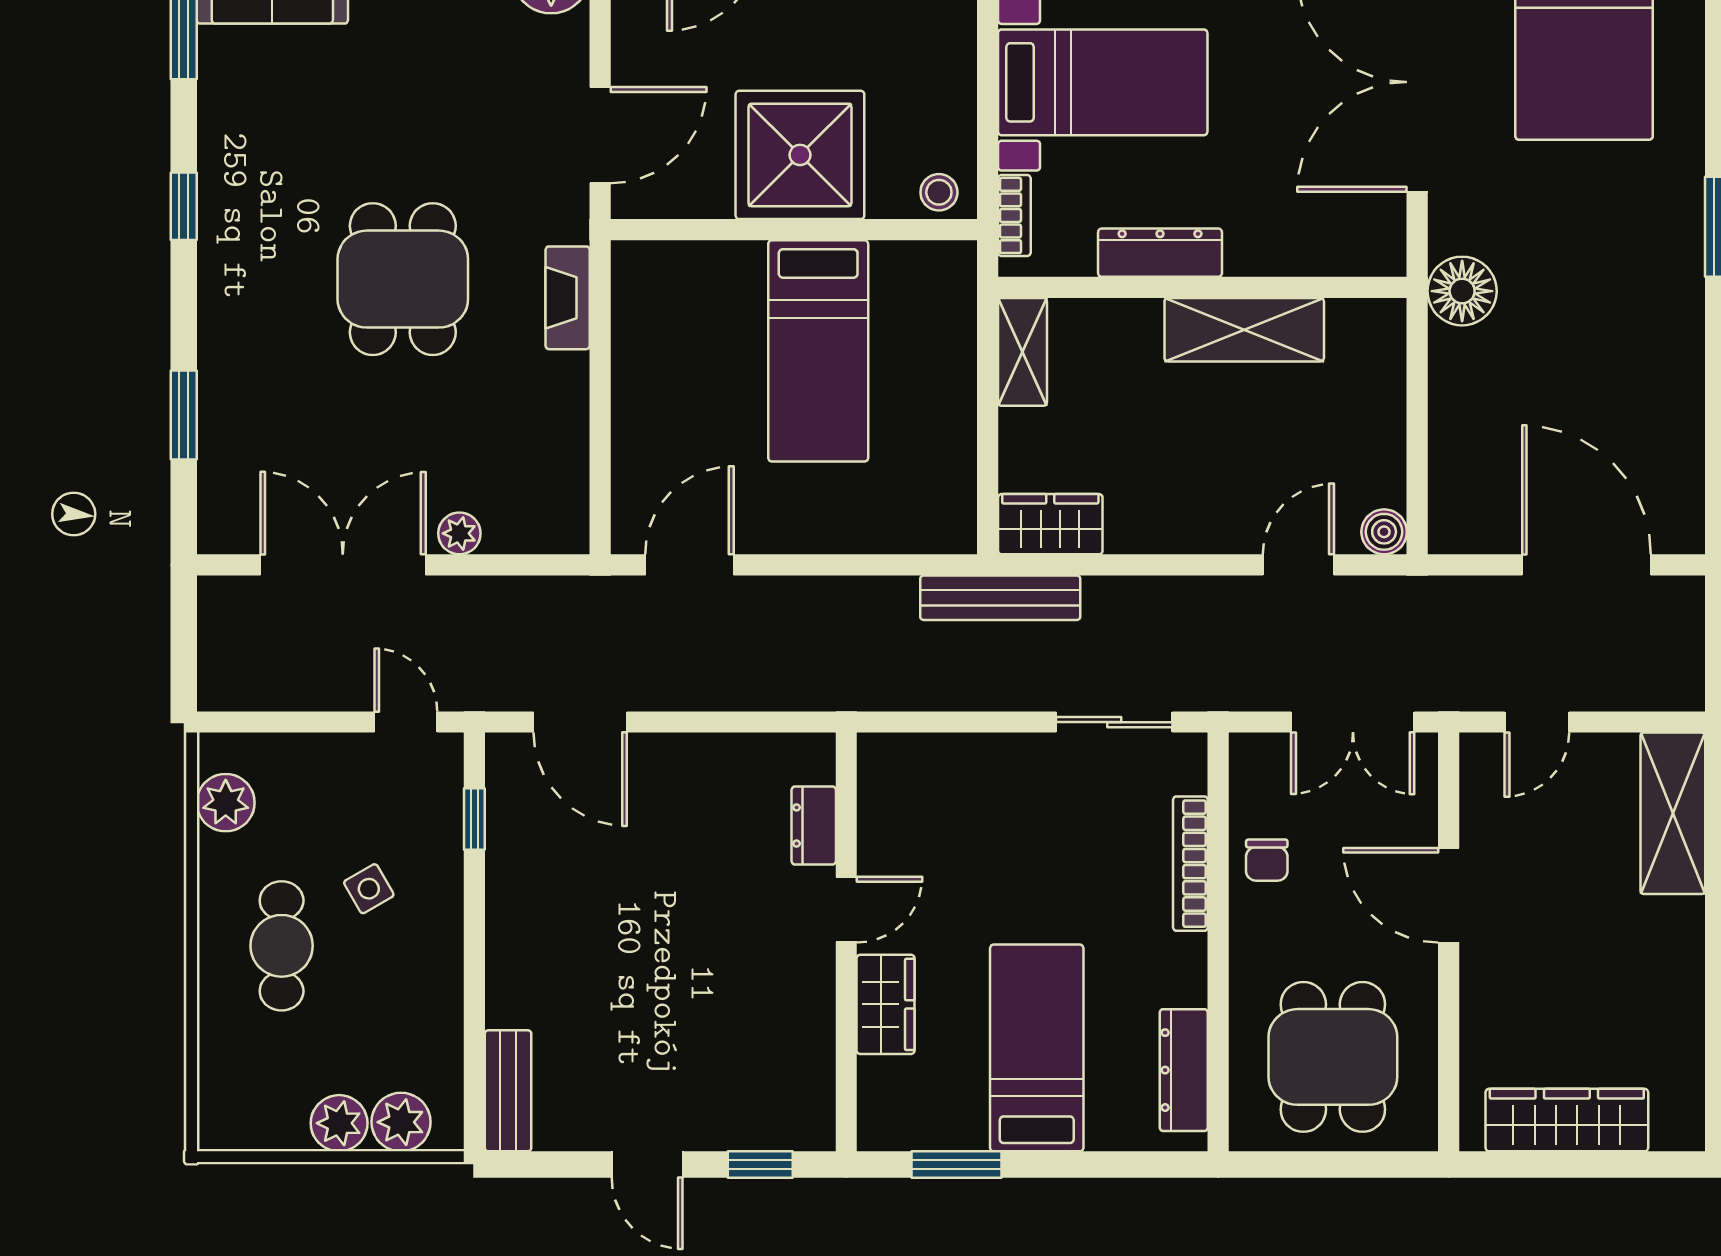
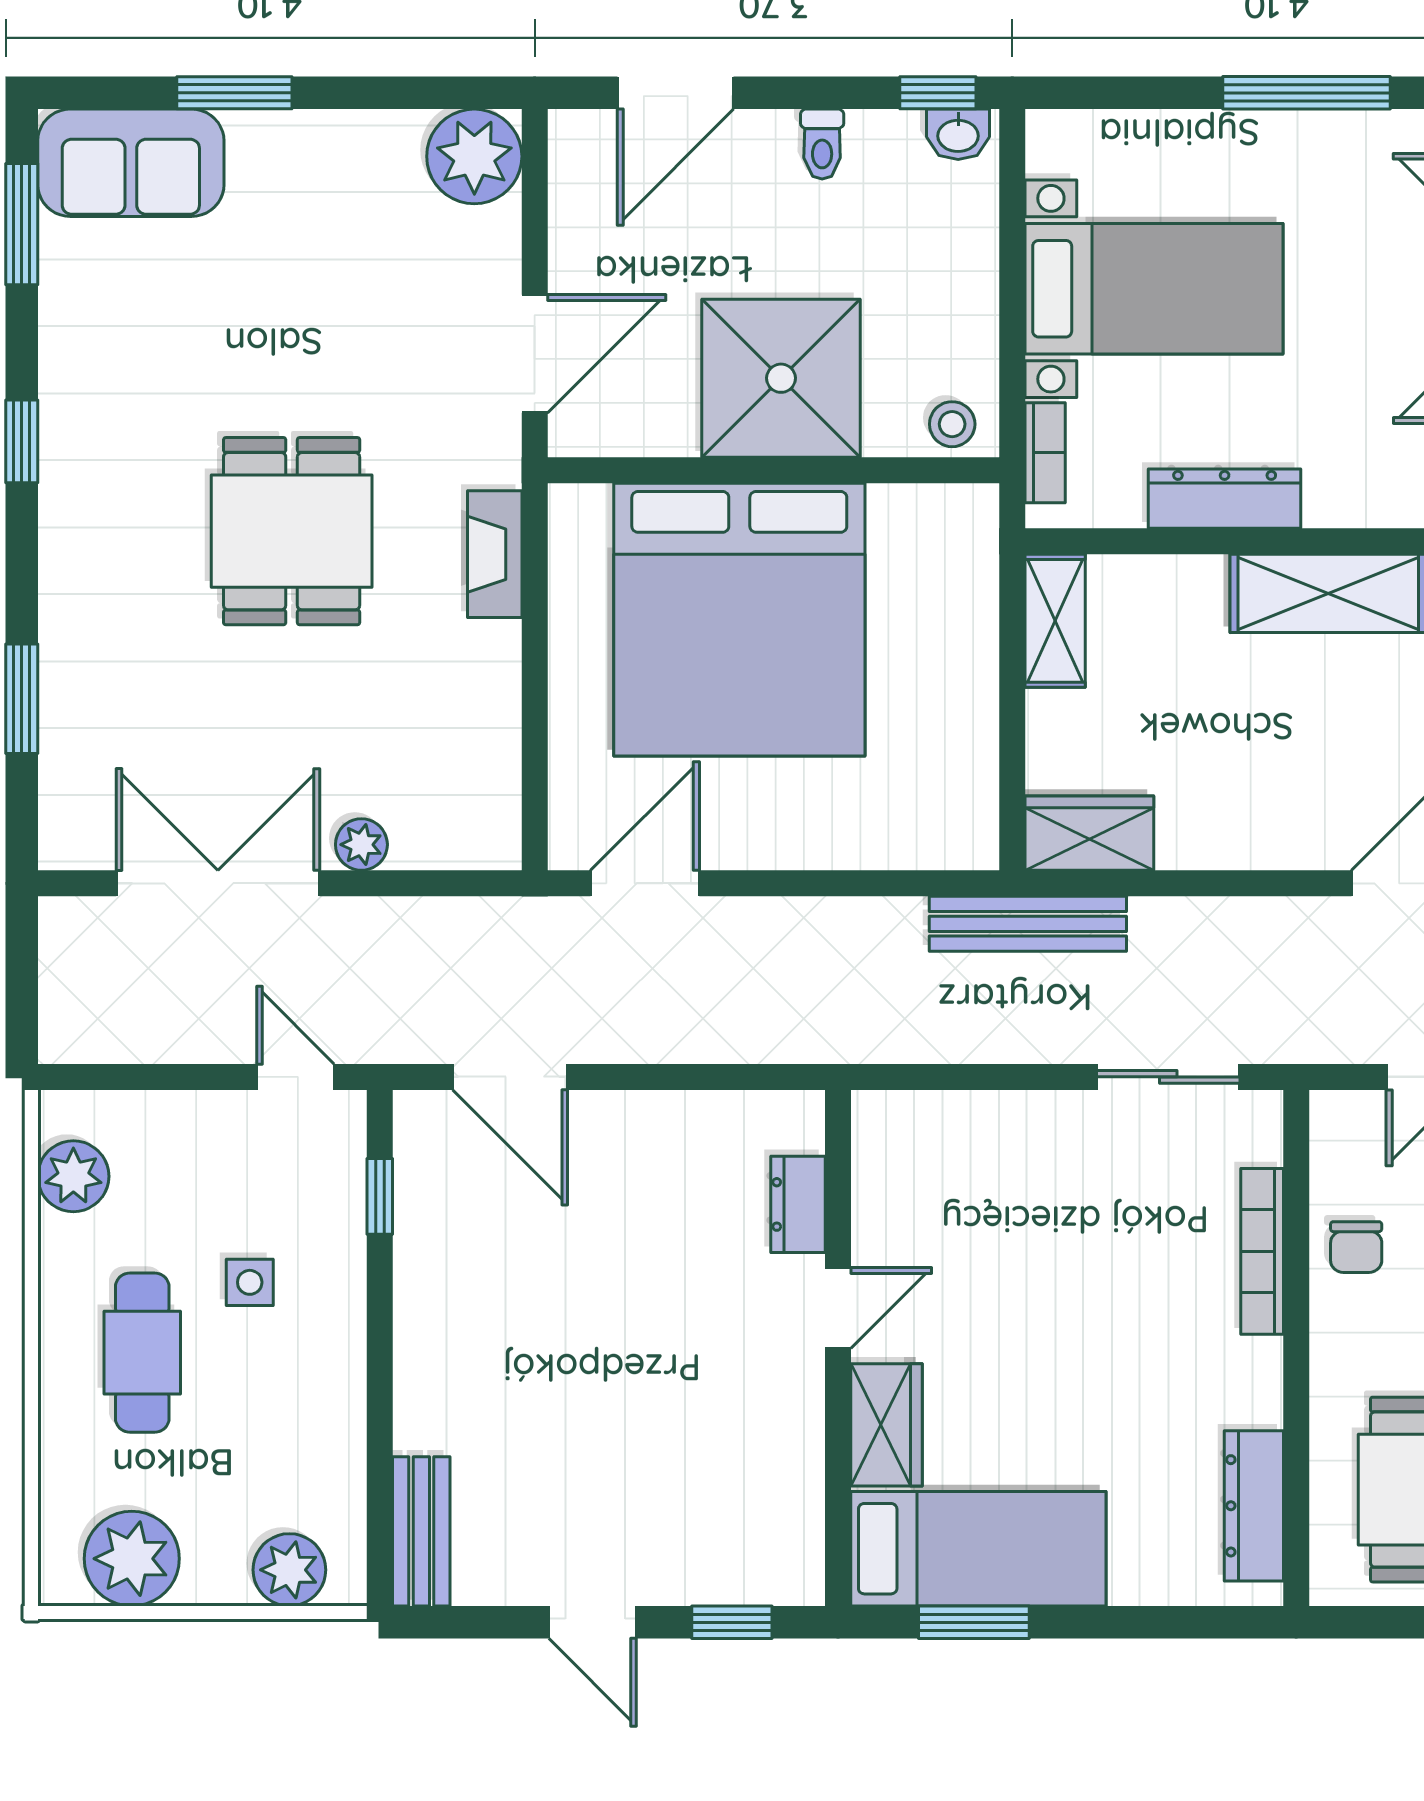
bed: (818, 351) -> (739, 620), width x2.04
side table: (369, 889) -> (250, 1282), turned 30
bed: (1037, 1048) -> (978, 1549), moved, turned 90
plant: (339, 1123) -> (132, 1559), moved, width x1.36, depth x1.36

